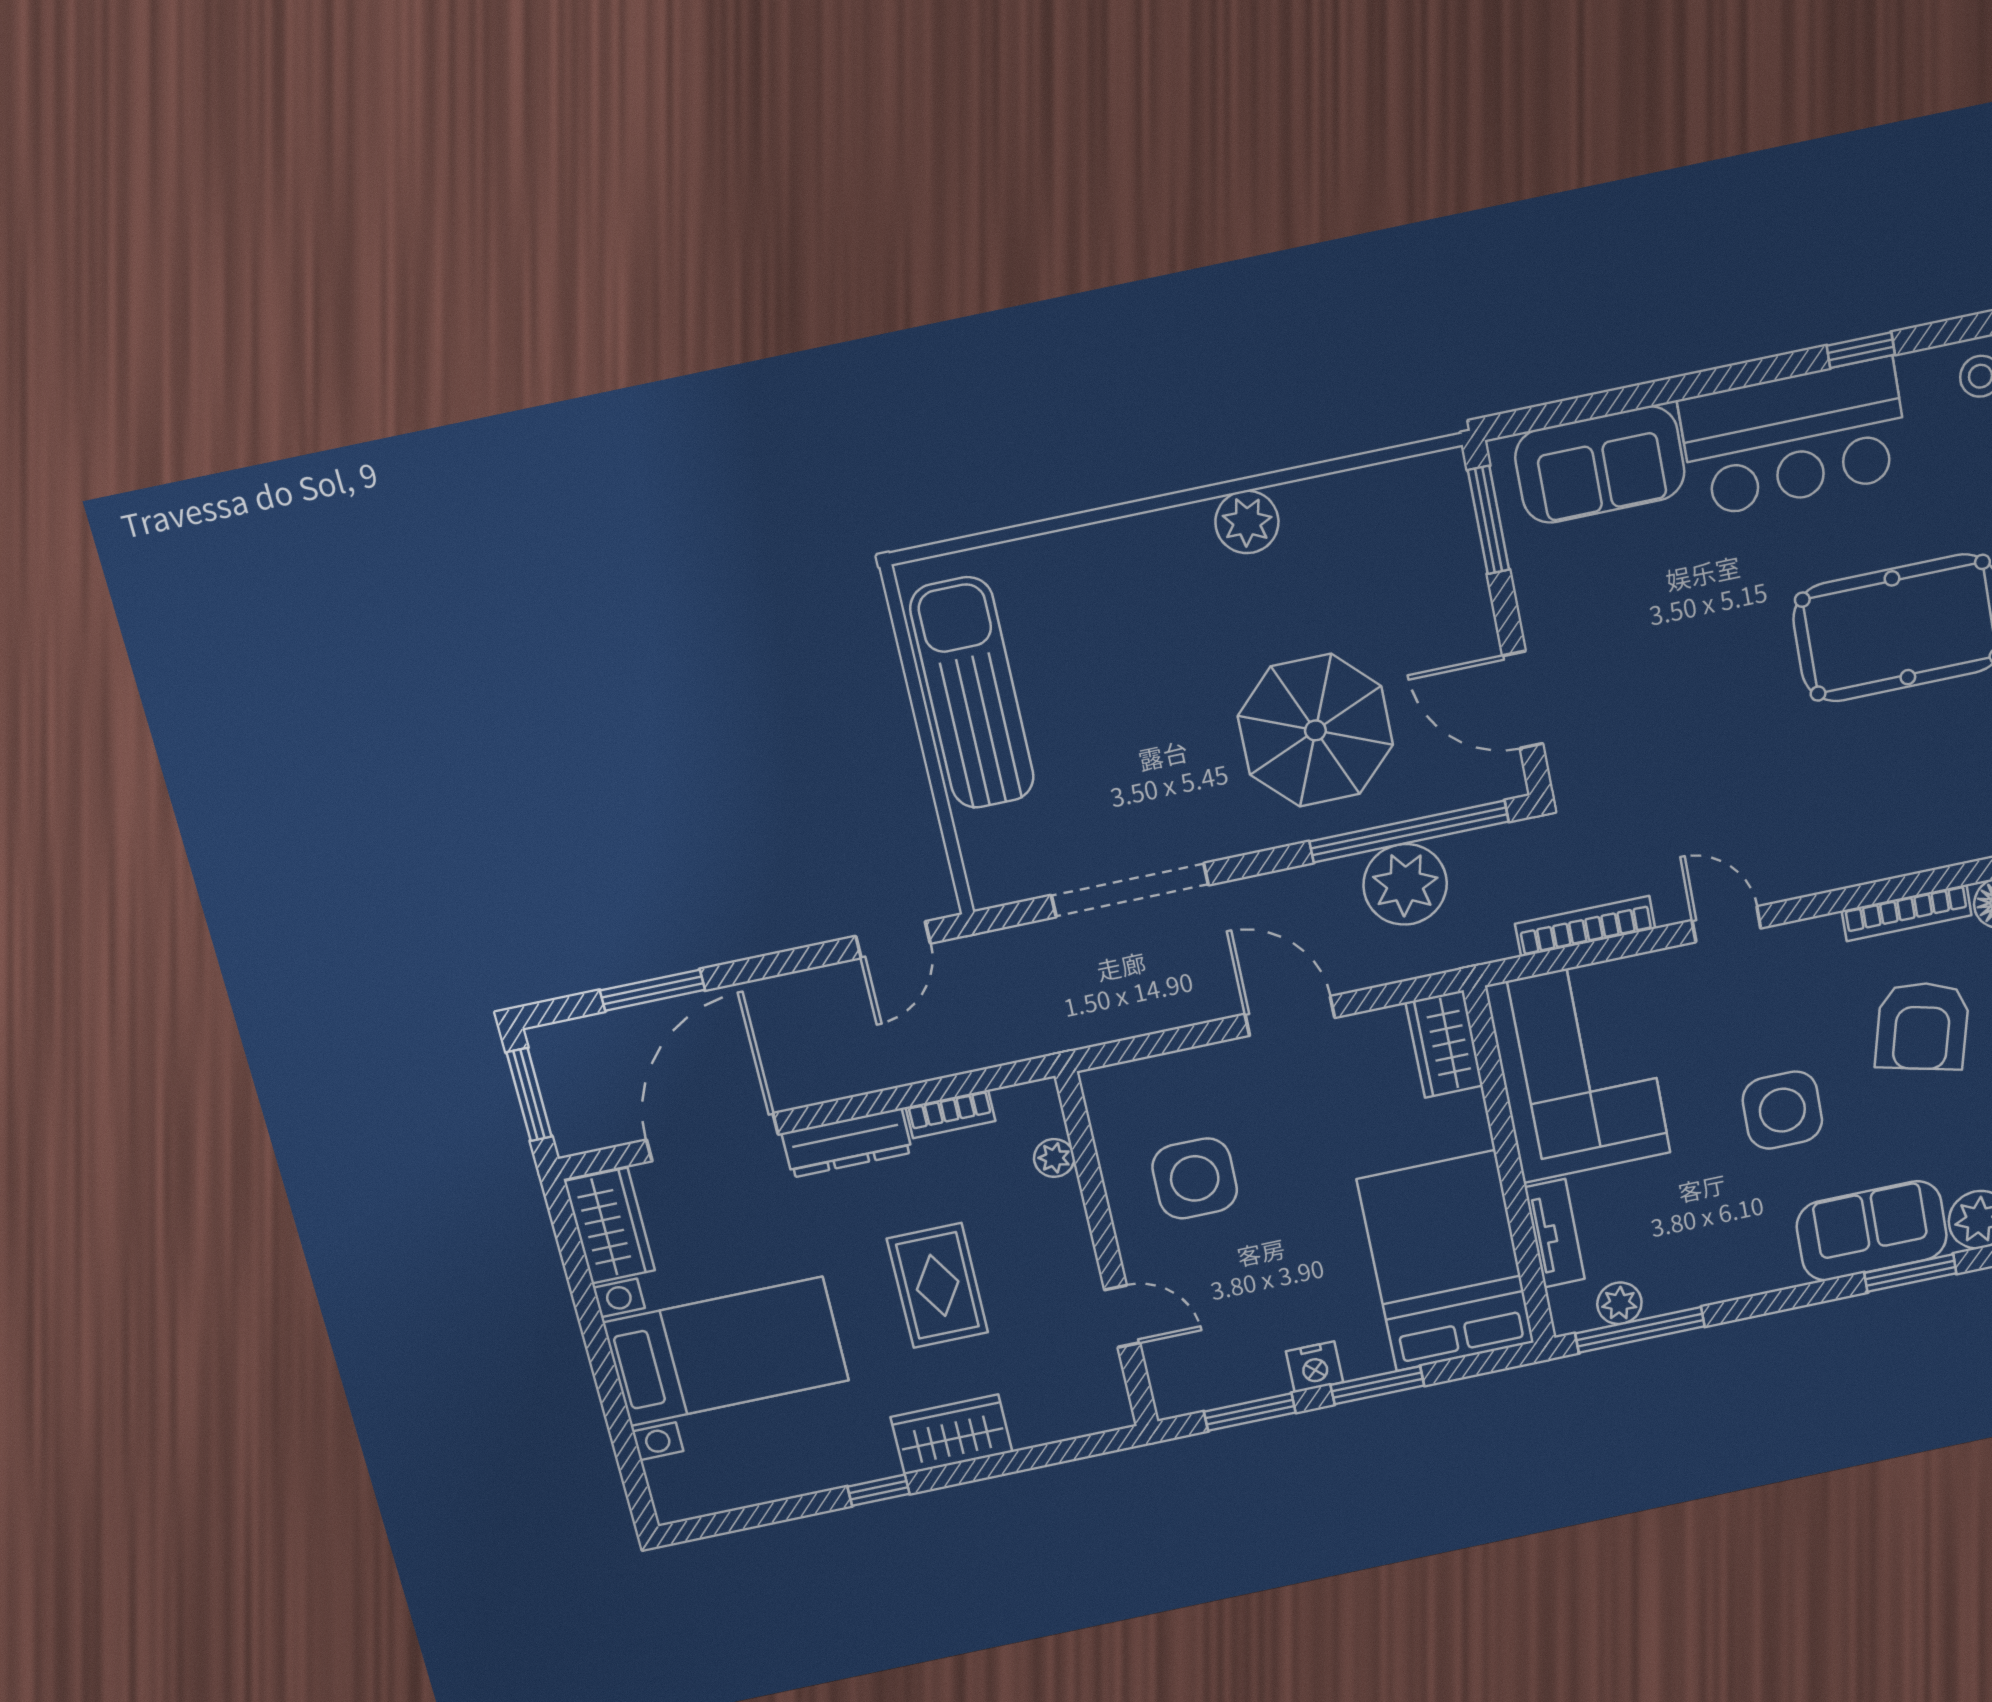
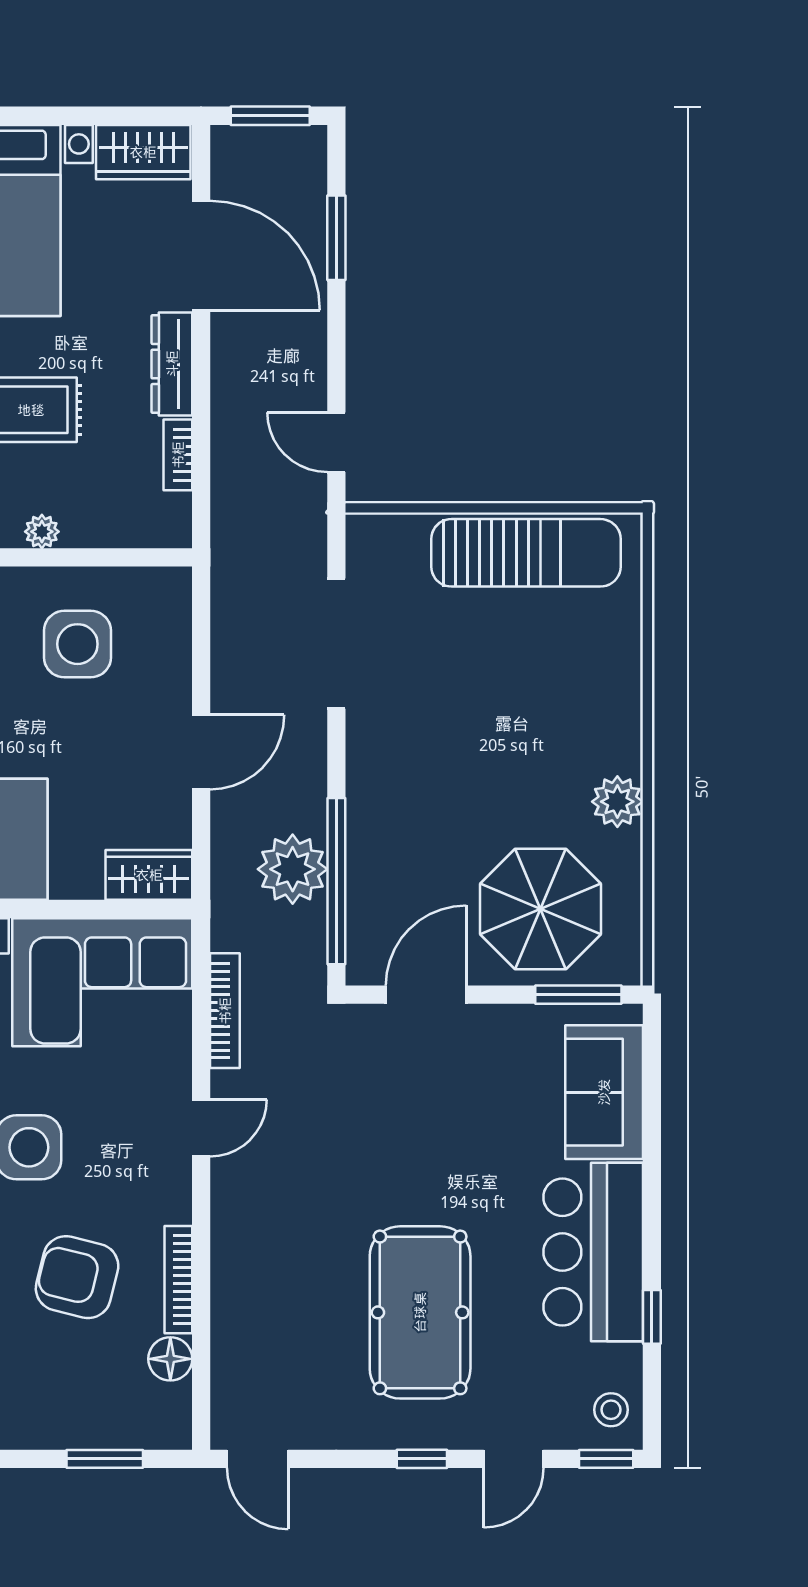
parasol: (1315, 730) -> (540, 909), moved
plant: (1054, 1158) -> (42, 532), moved

